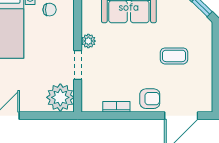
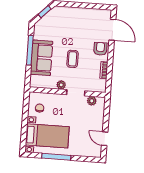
coffee table: (174, 56) -> (73, 59), moved
plant: (60, 97) -> (92, 101), width x0.53, depth x0.53

